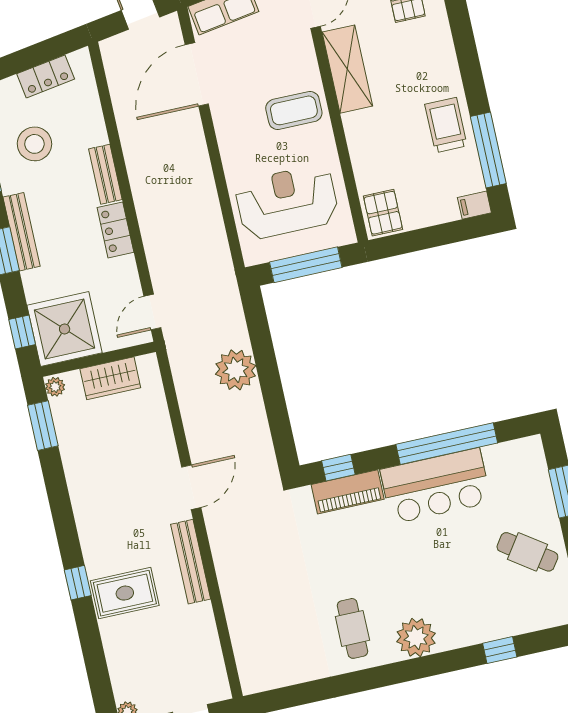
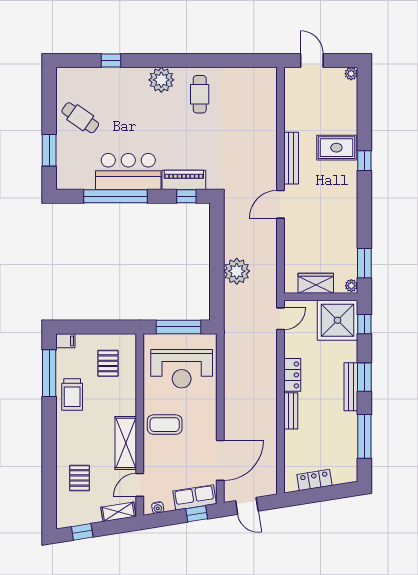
stool: (34, 144) -> (331, 440), removed
pallet: (383, 213) -> (108, 363), moved

